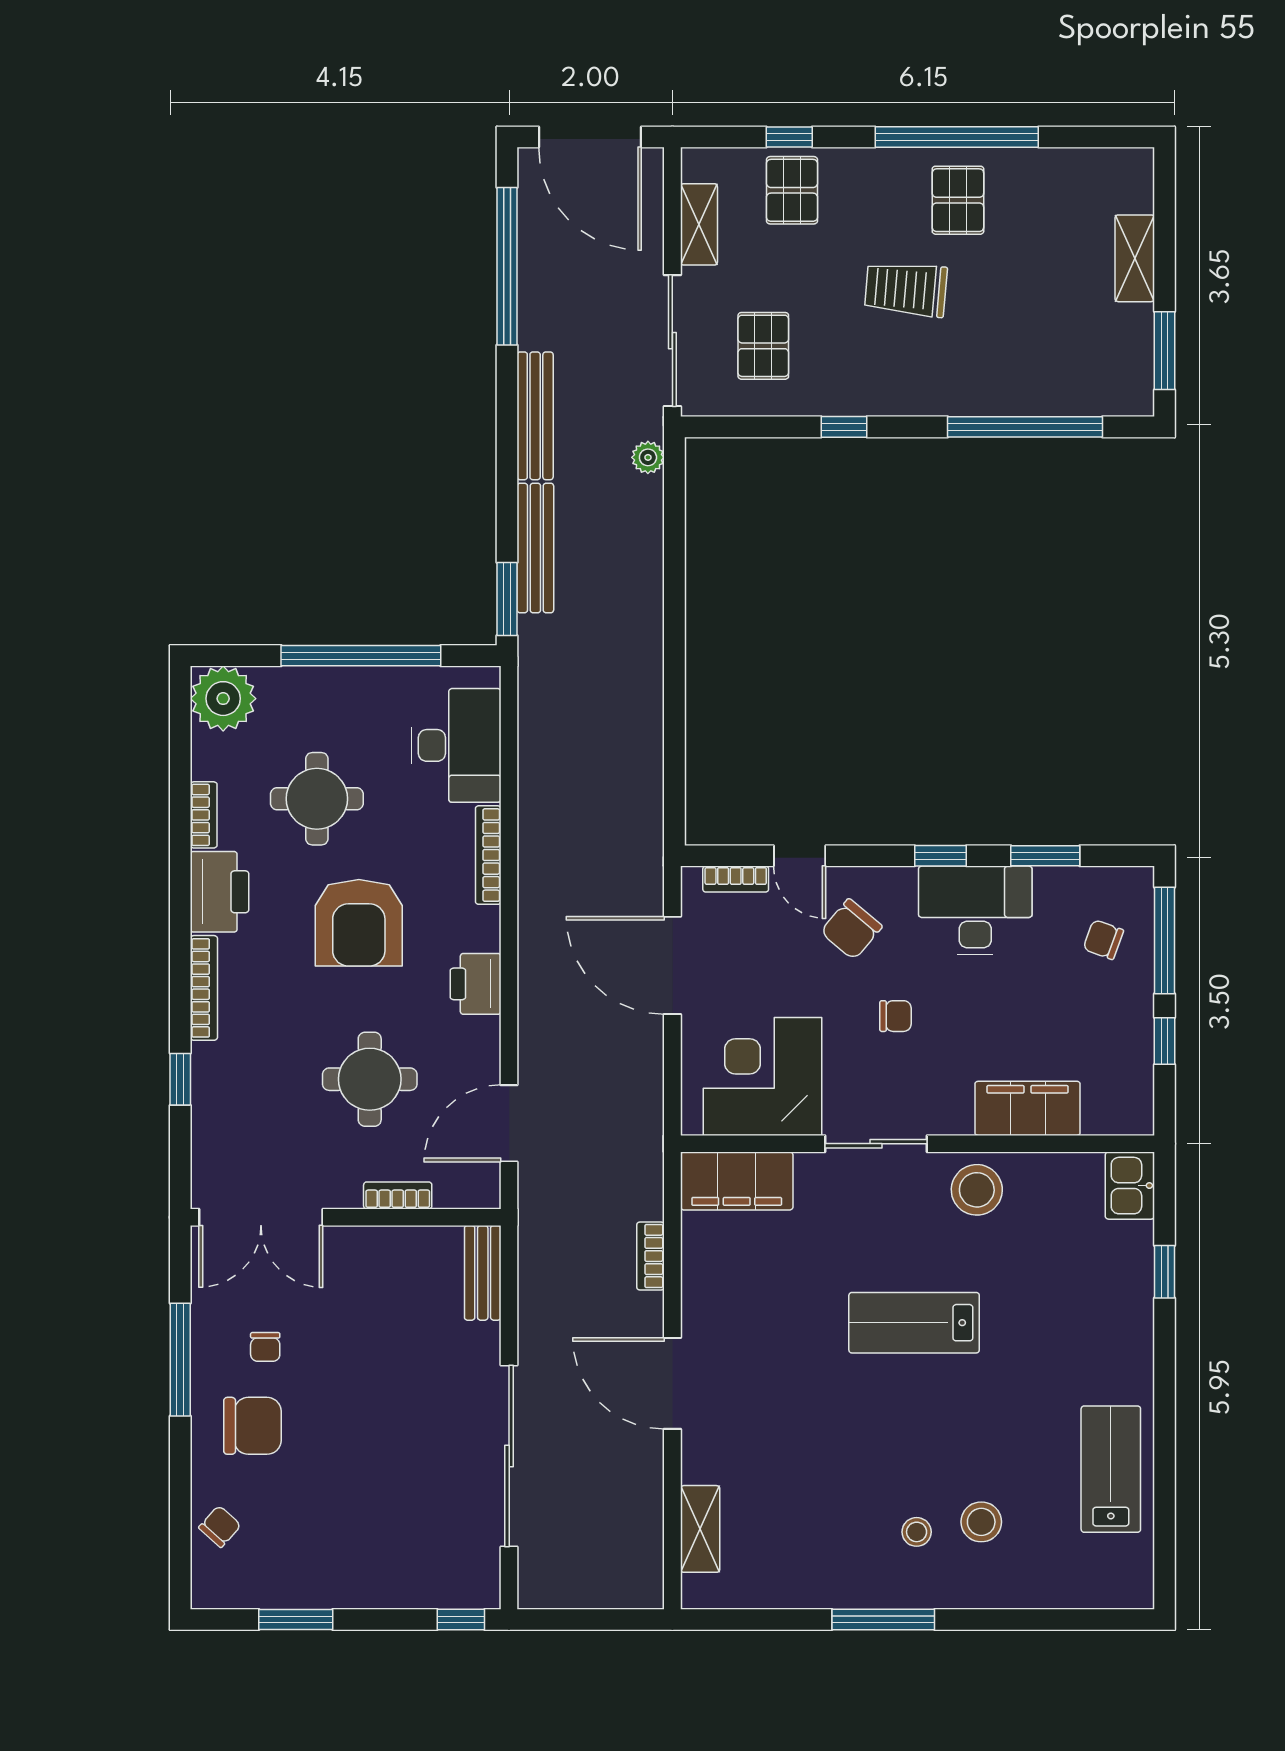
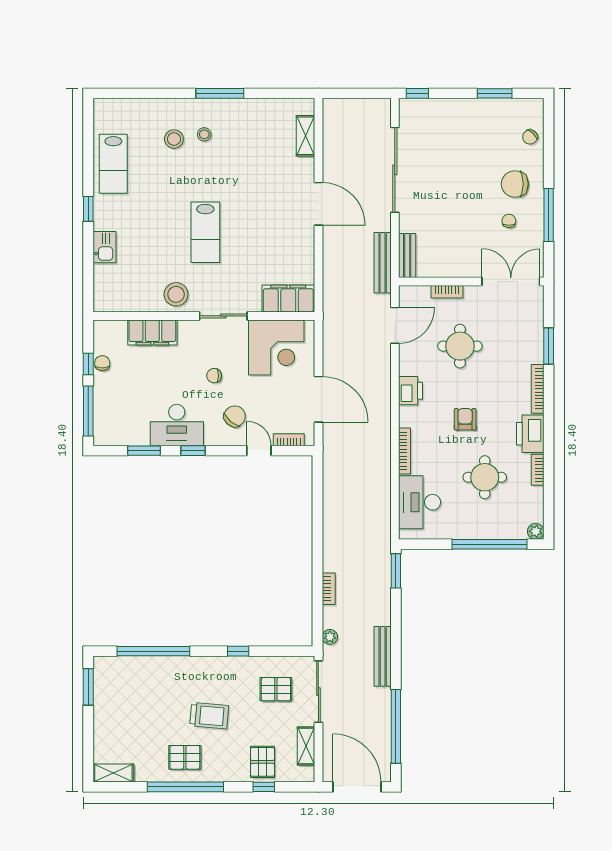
pallet: (958, 200) -> (185, 757), turned 90
shelving: (1135, 258) -> (113, 773), moved, turned 90
pallet: (763, 346) -> (276, 689), turned 90
bench: (535, 548) -> (383, 263), moved
window: (361, 656) -> (490, 544), moved
plant: (223, 699) -> (536, 531), width x0.53, depth x0.53
armchair: (359, 923) -> (465, 419), width x0.53, depth x0.53
chair: (1103, 940) -> (102, 363), moved, turned -110
window: (180, 1079) -> (549, 346), width x1.50
kitchen sink: (1130, 1186) -> (104, 247), moved
bookcase: (651, 1256) -> (329, 589), moved
window: (1164, 1272) -> (88, 209), moved
lab bench: (914, 1323) -> (205, 232), turned 90

